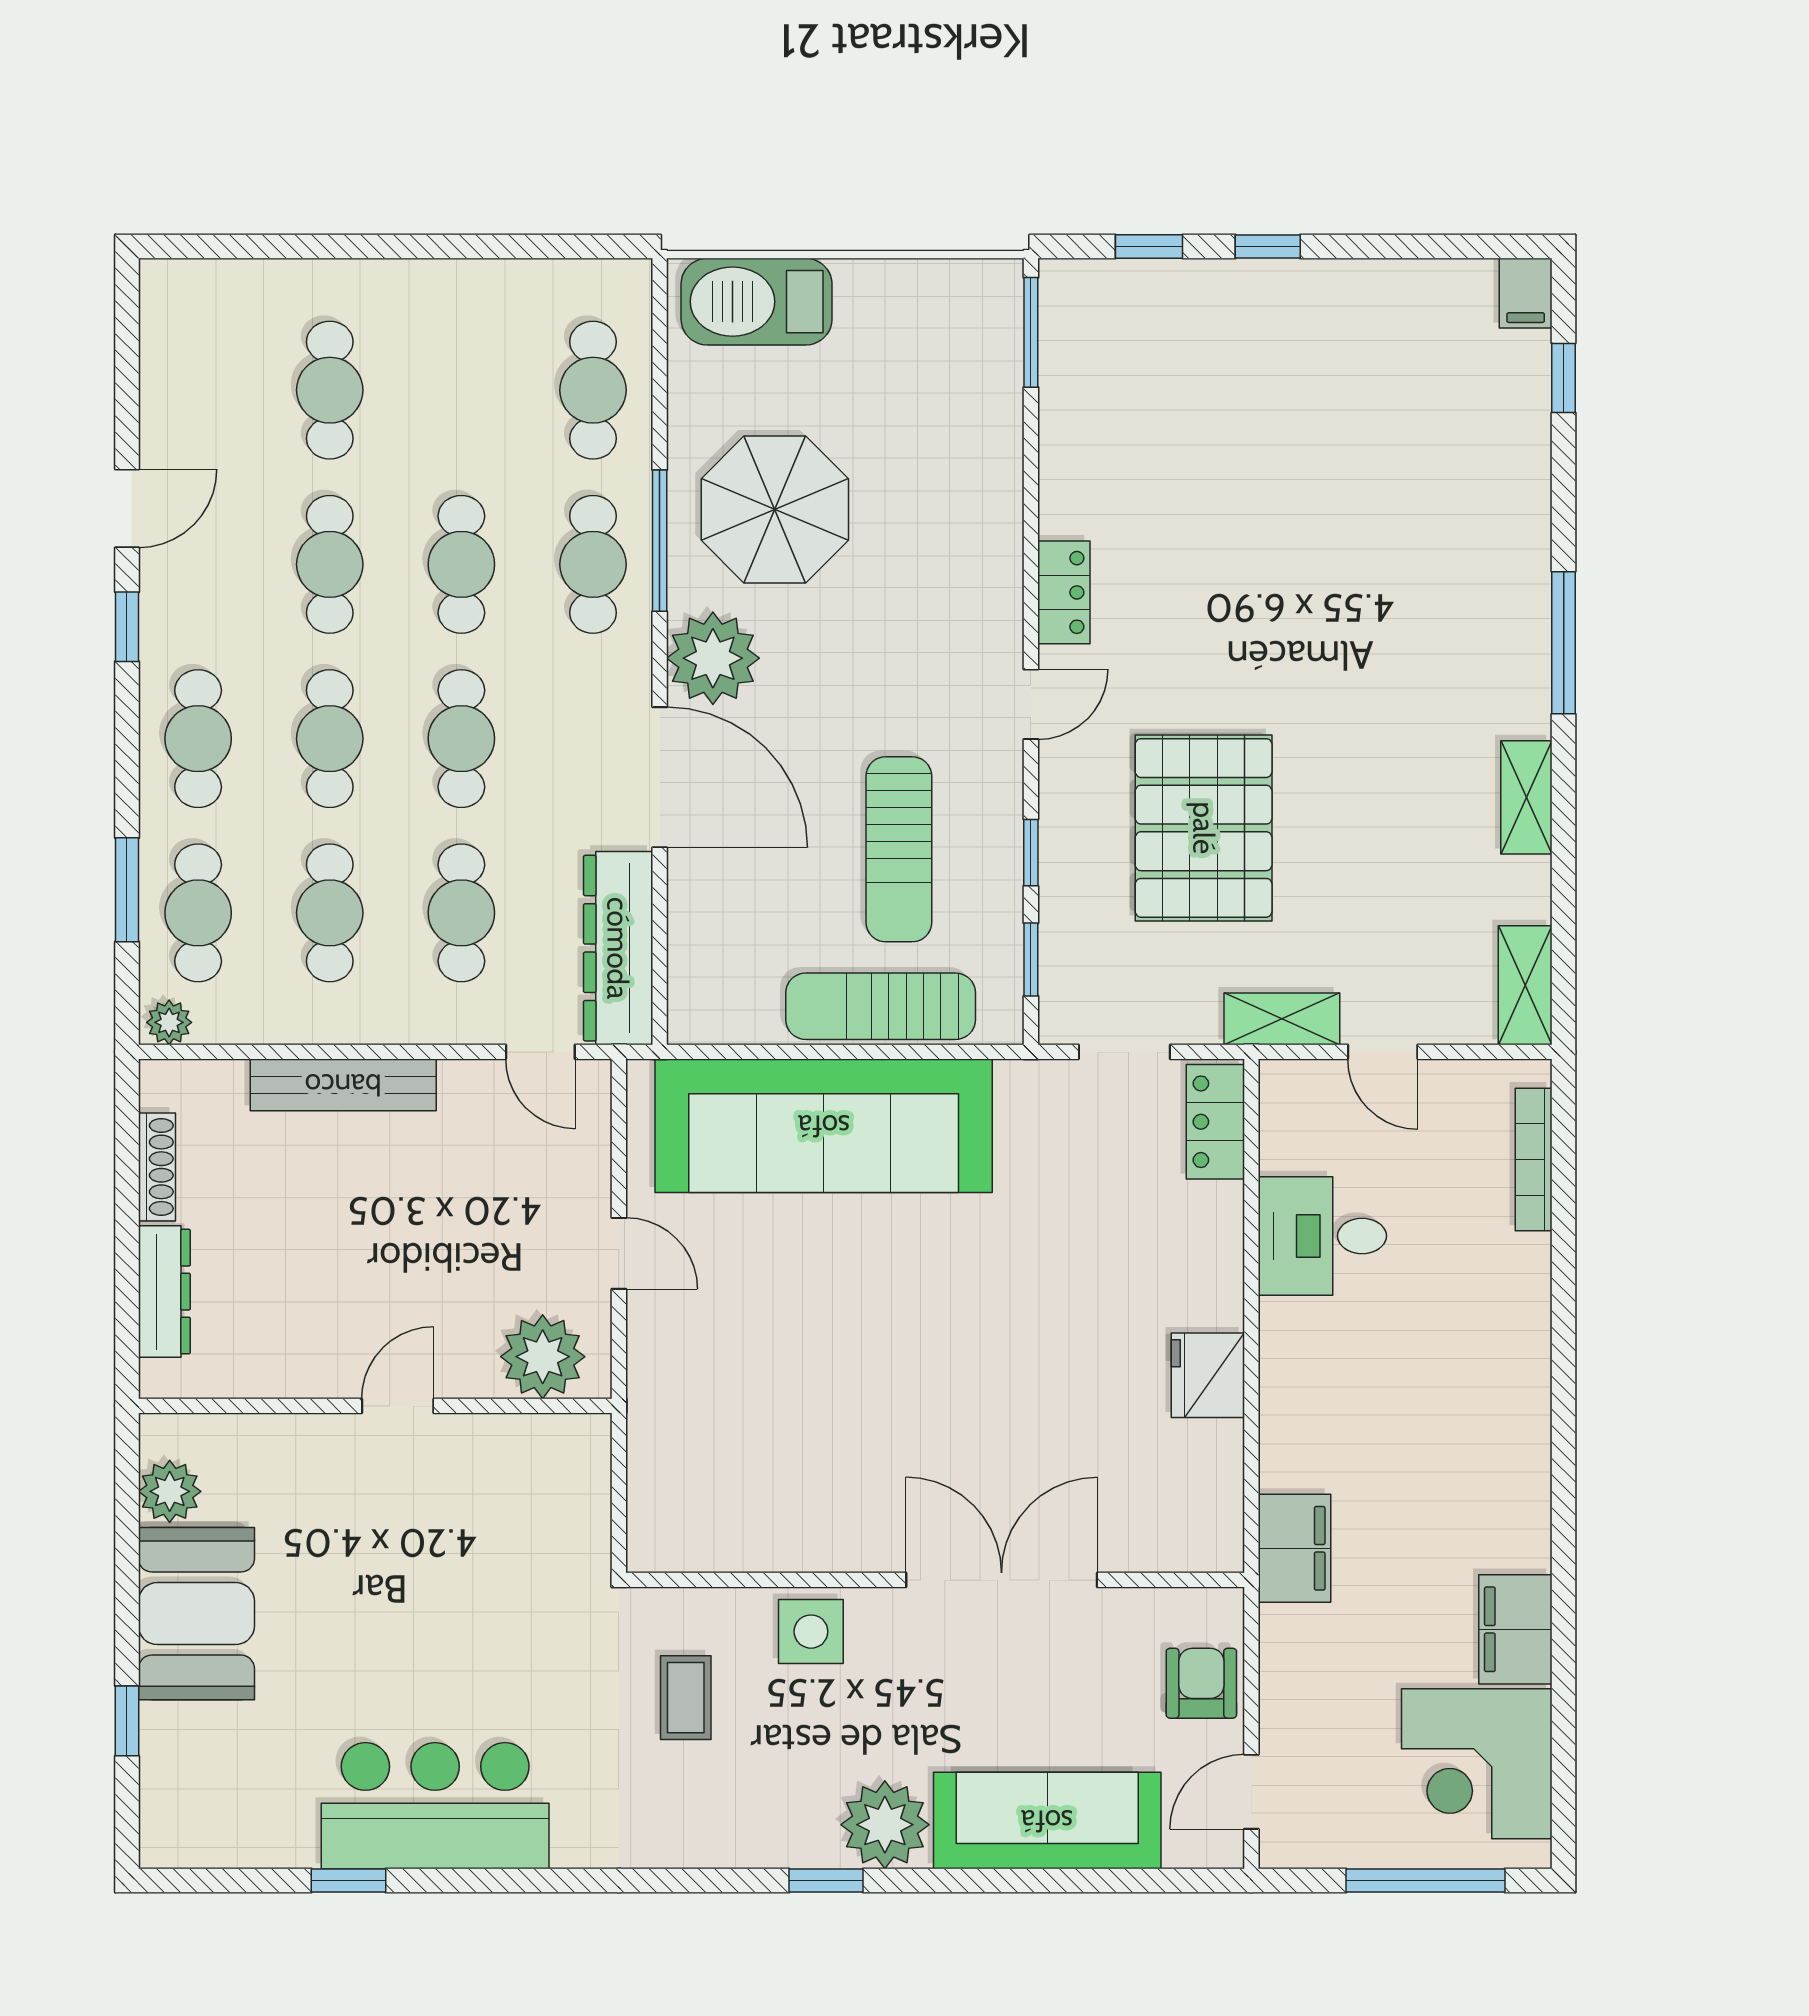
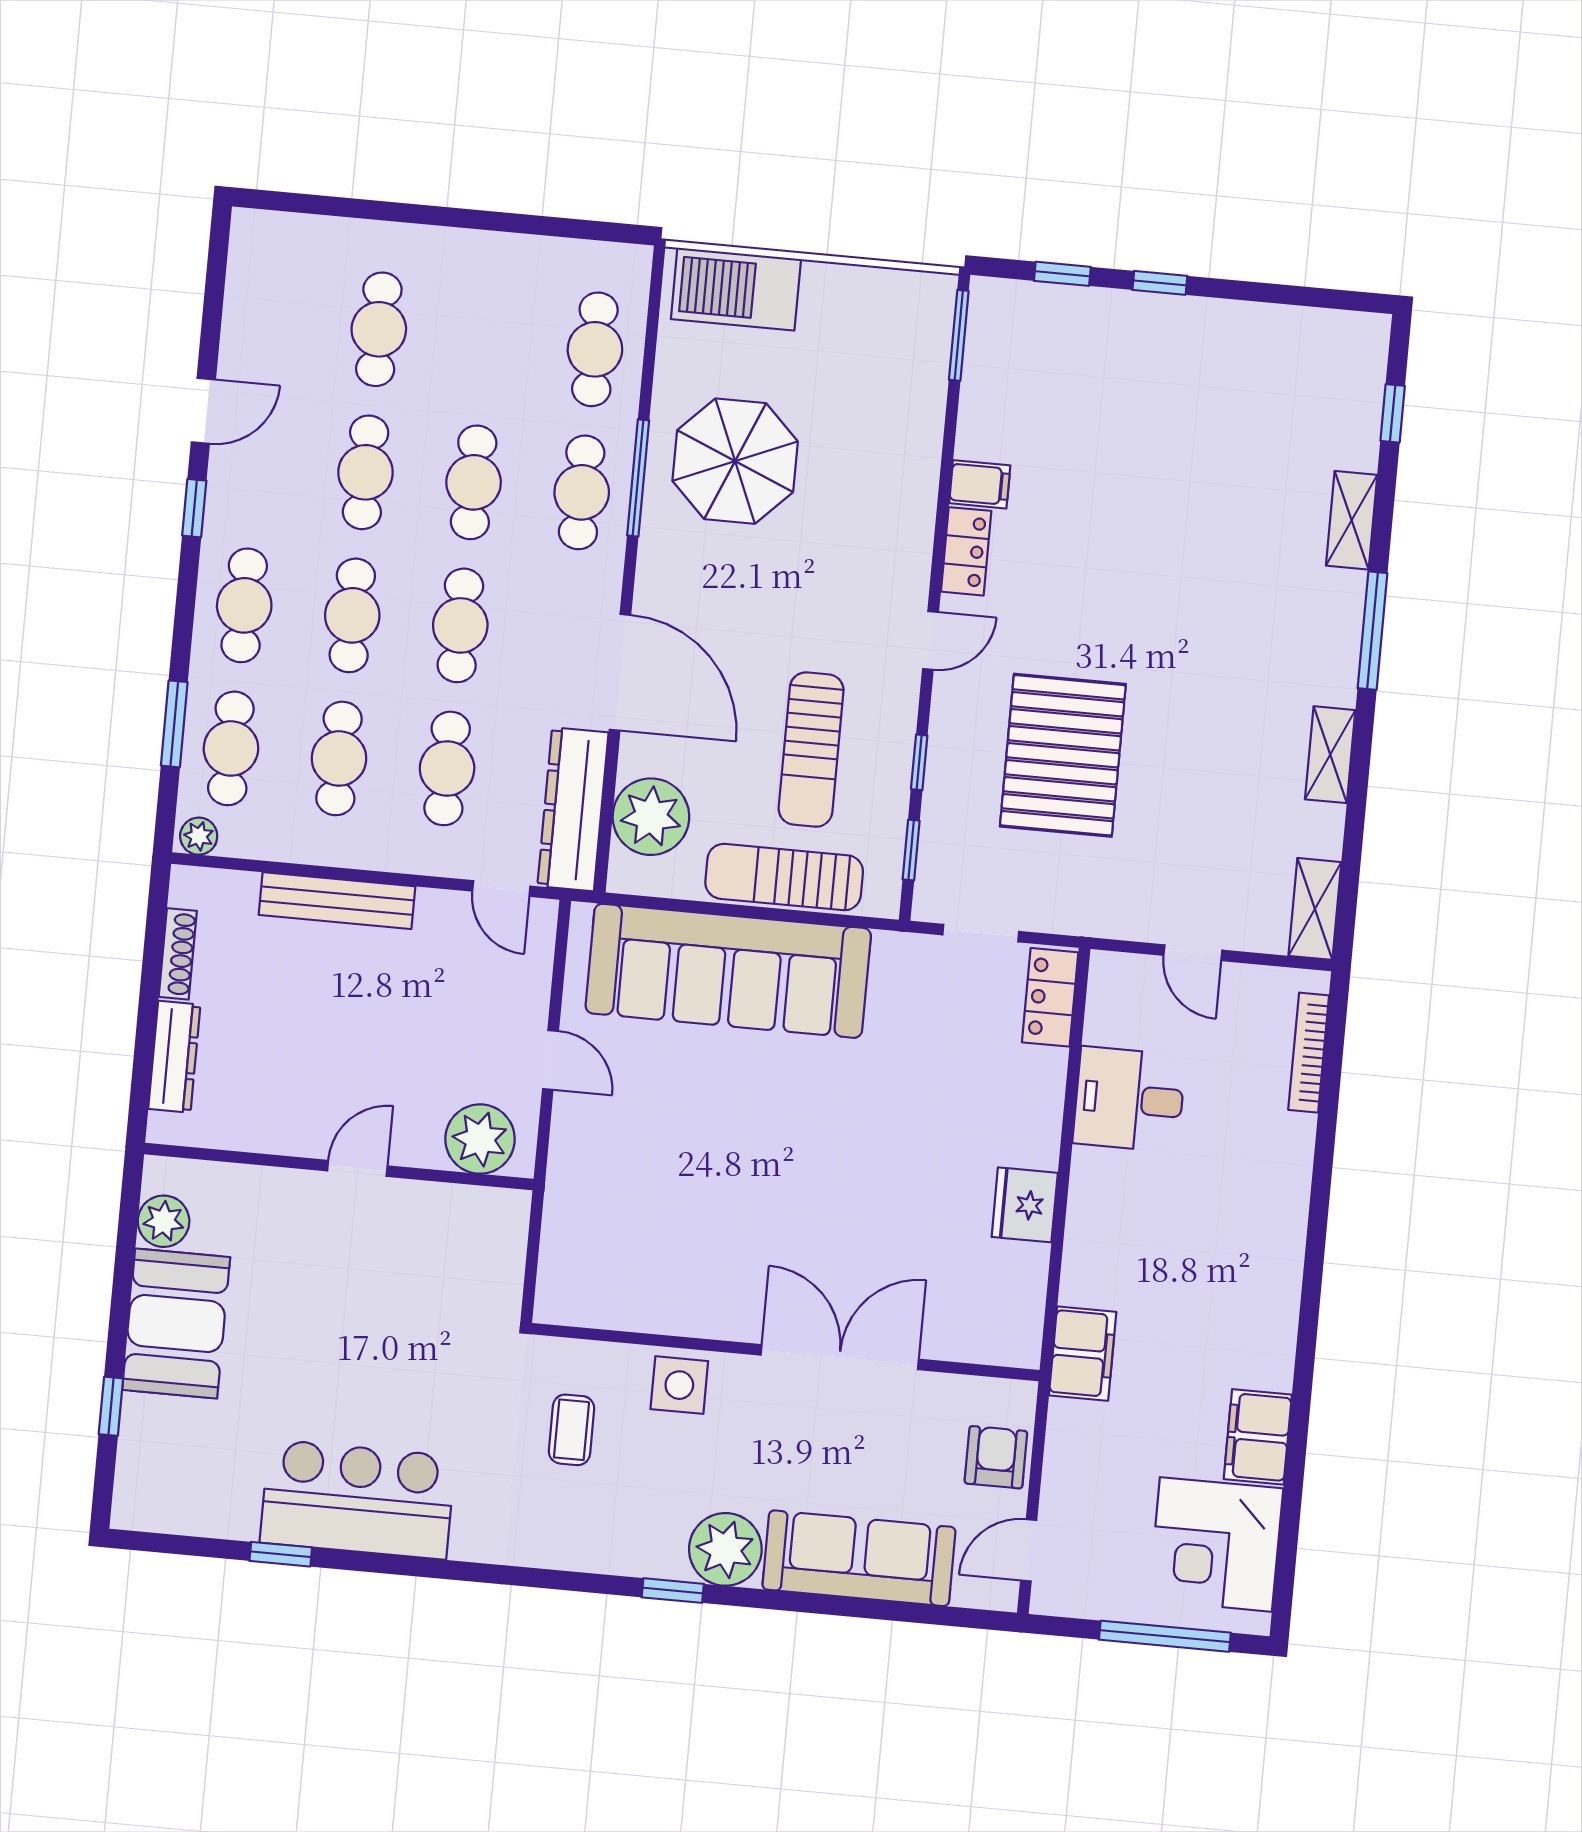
filing cabinet: (1526, 293) -> (980, 484), moved, turned -90
plant: (713, 658) -> (651, 817), moved
shelving: (1282, 1019) -> (1352, 520), moved, turned 90

